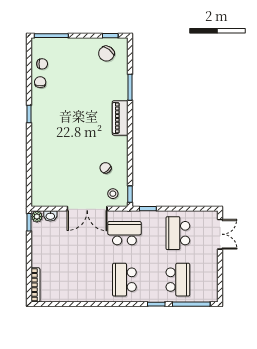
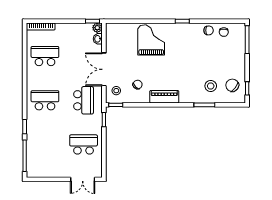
stool: (107, 80) -> (211, 86), added
piano: (120, 118) -> (164, 97), moved
grand piano: (52, 151) -> (151, 40), added
school desk: (178, 280) -> (45, 56), moved, turned 180

